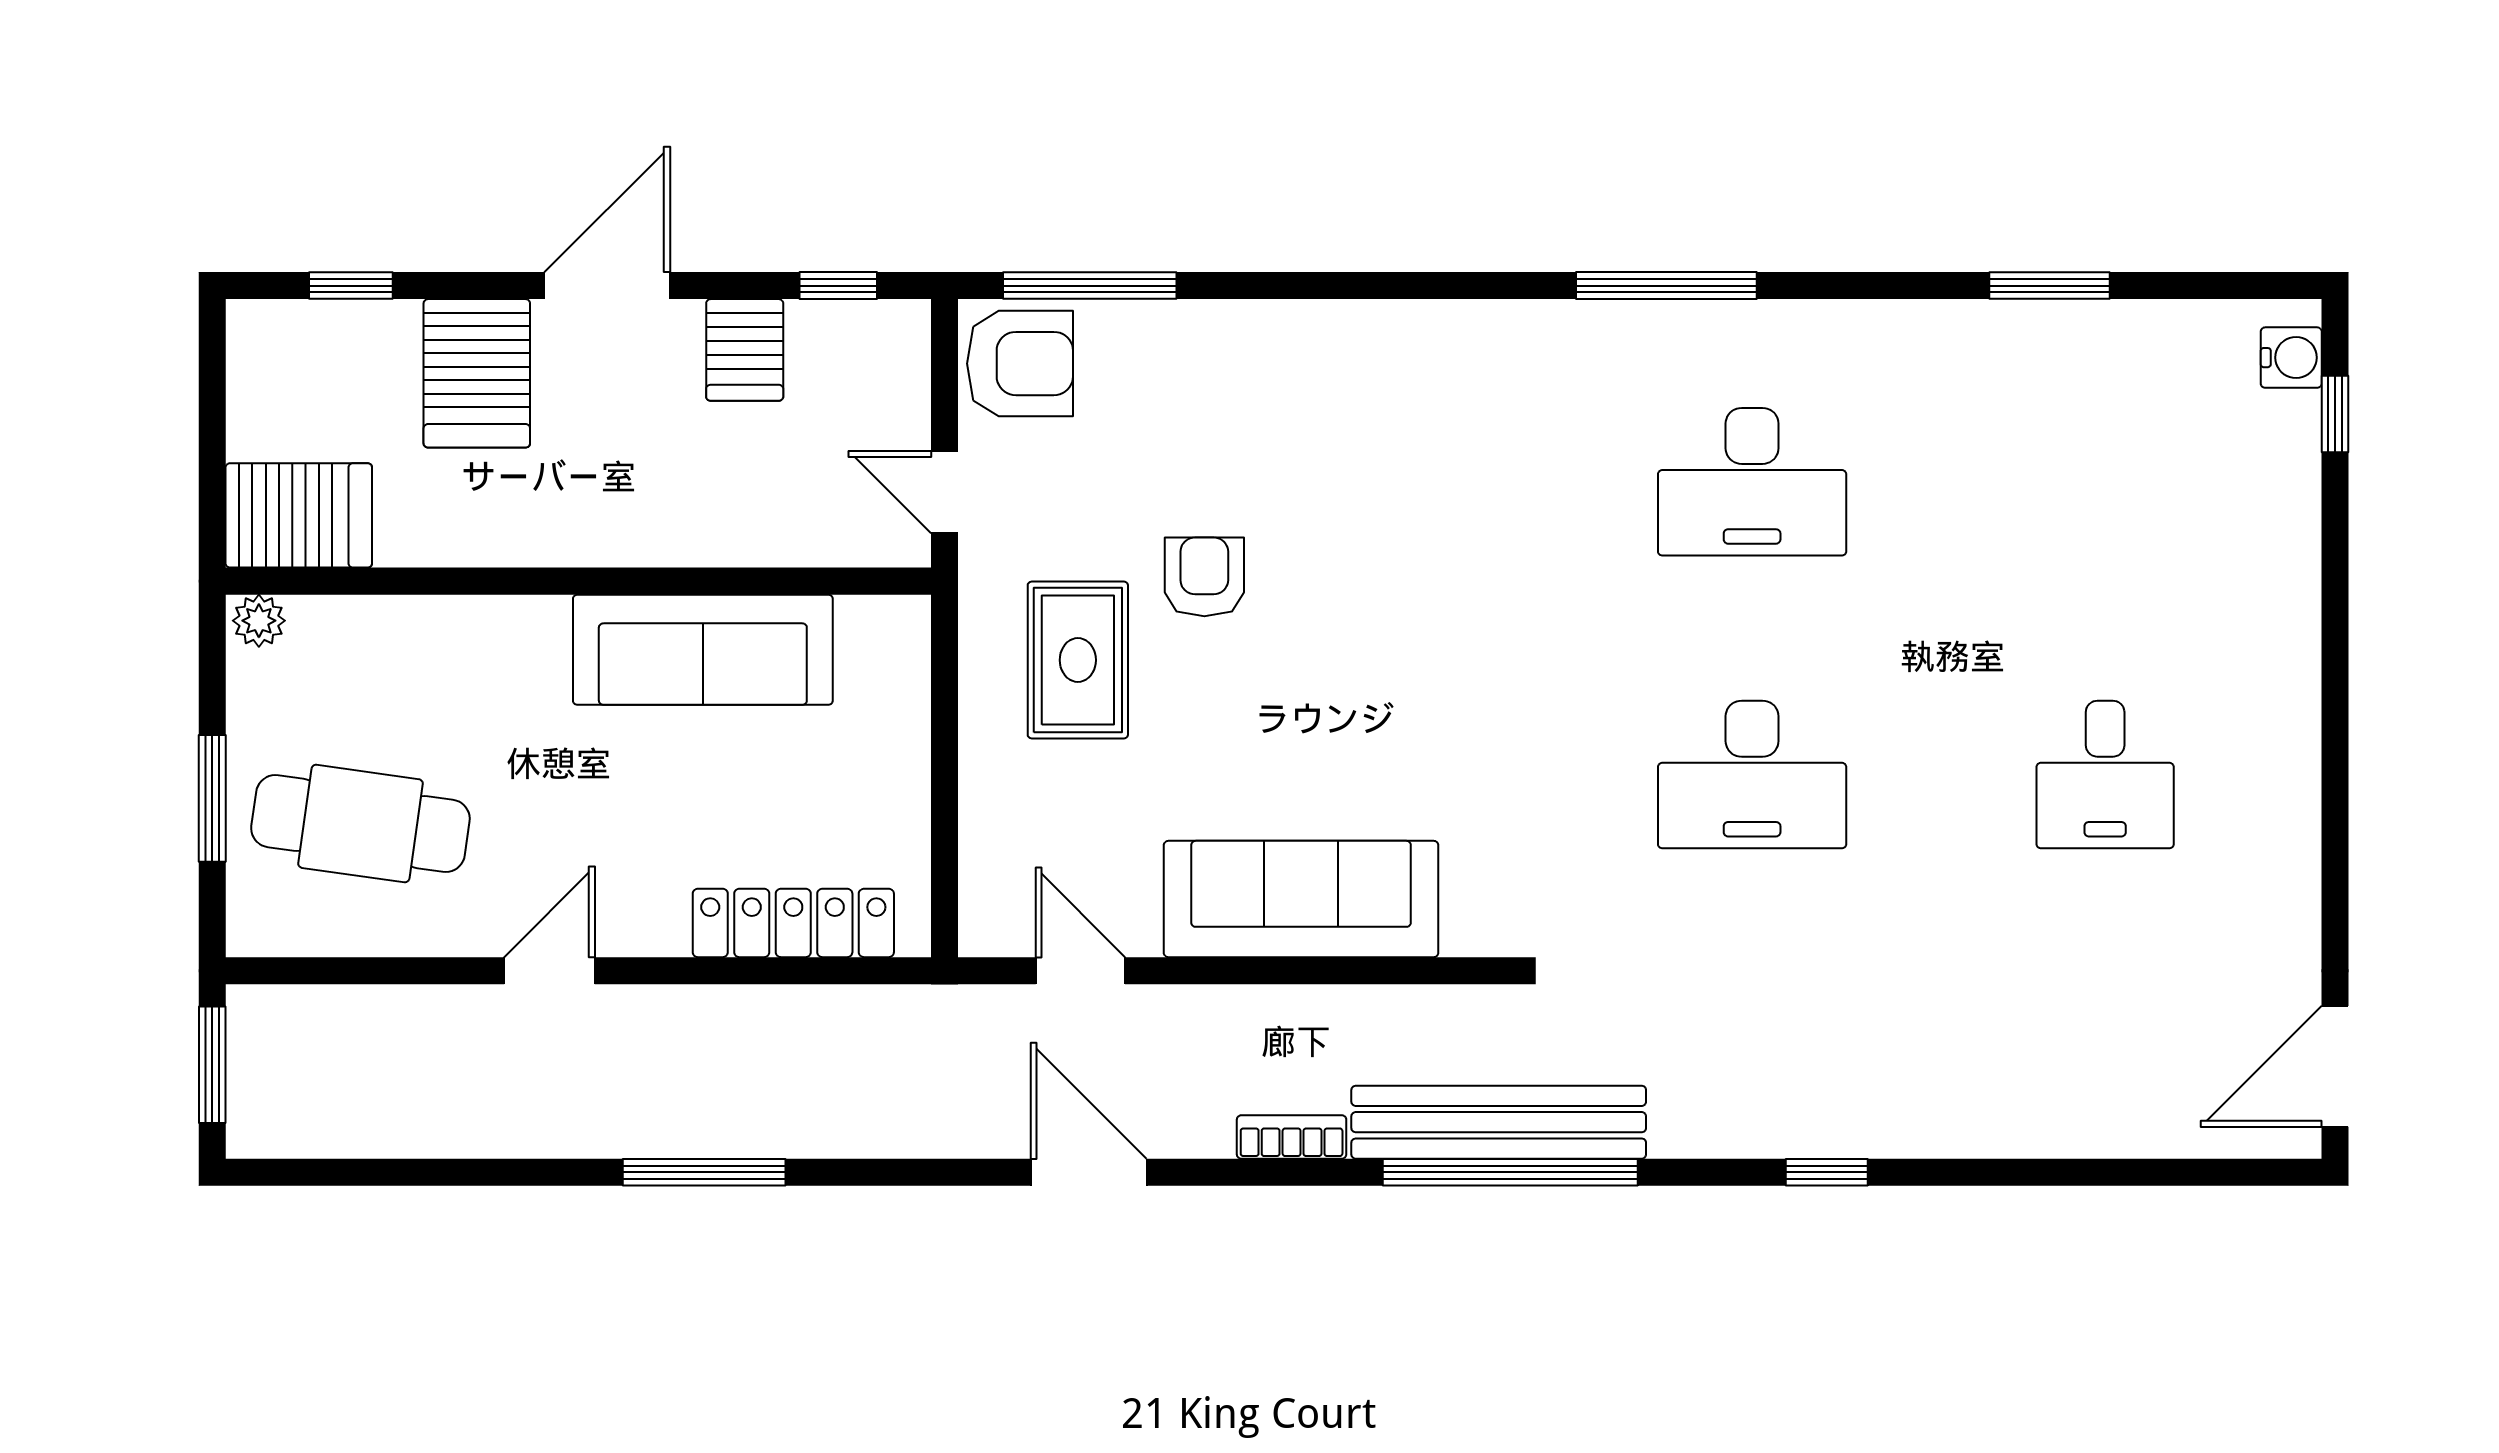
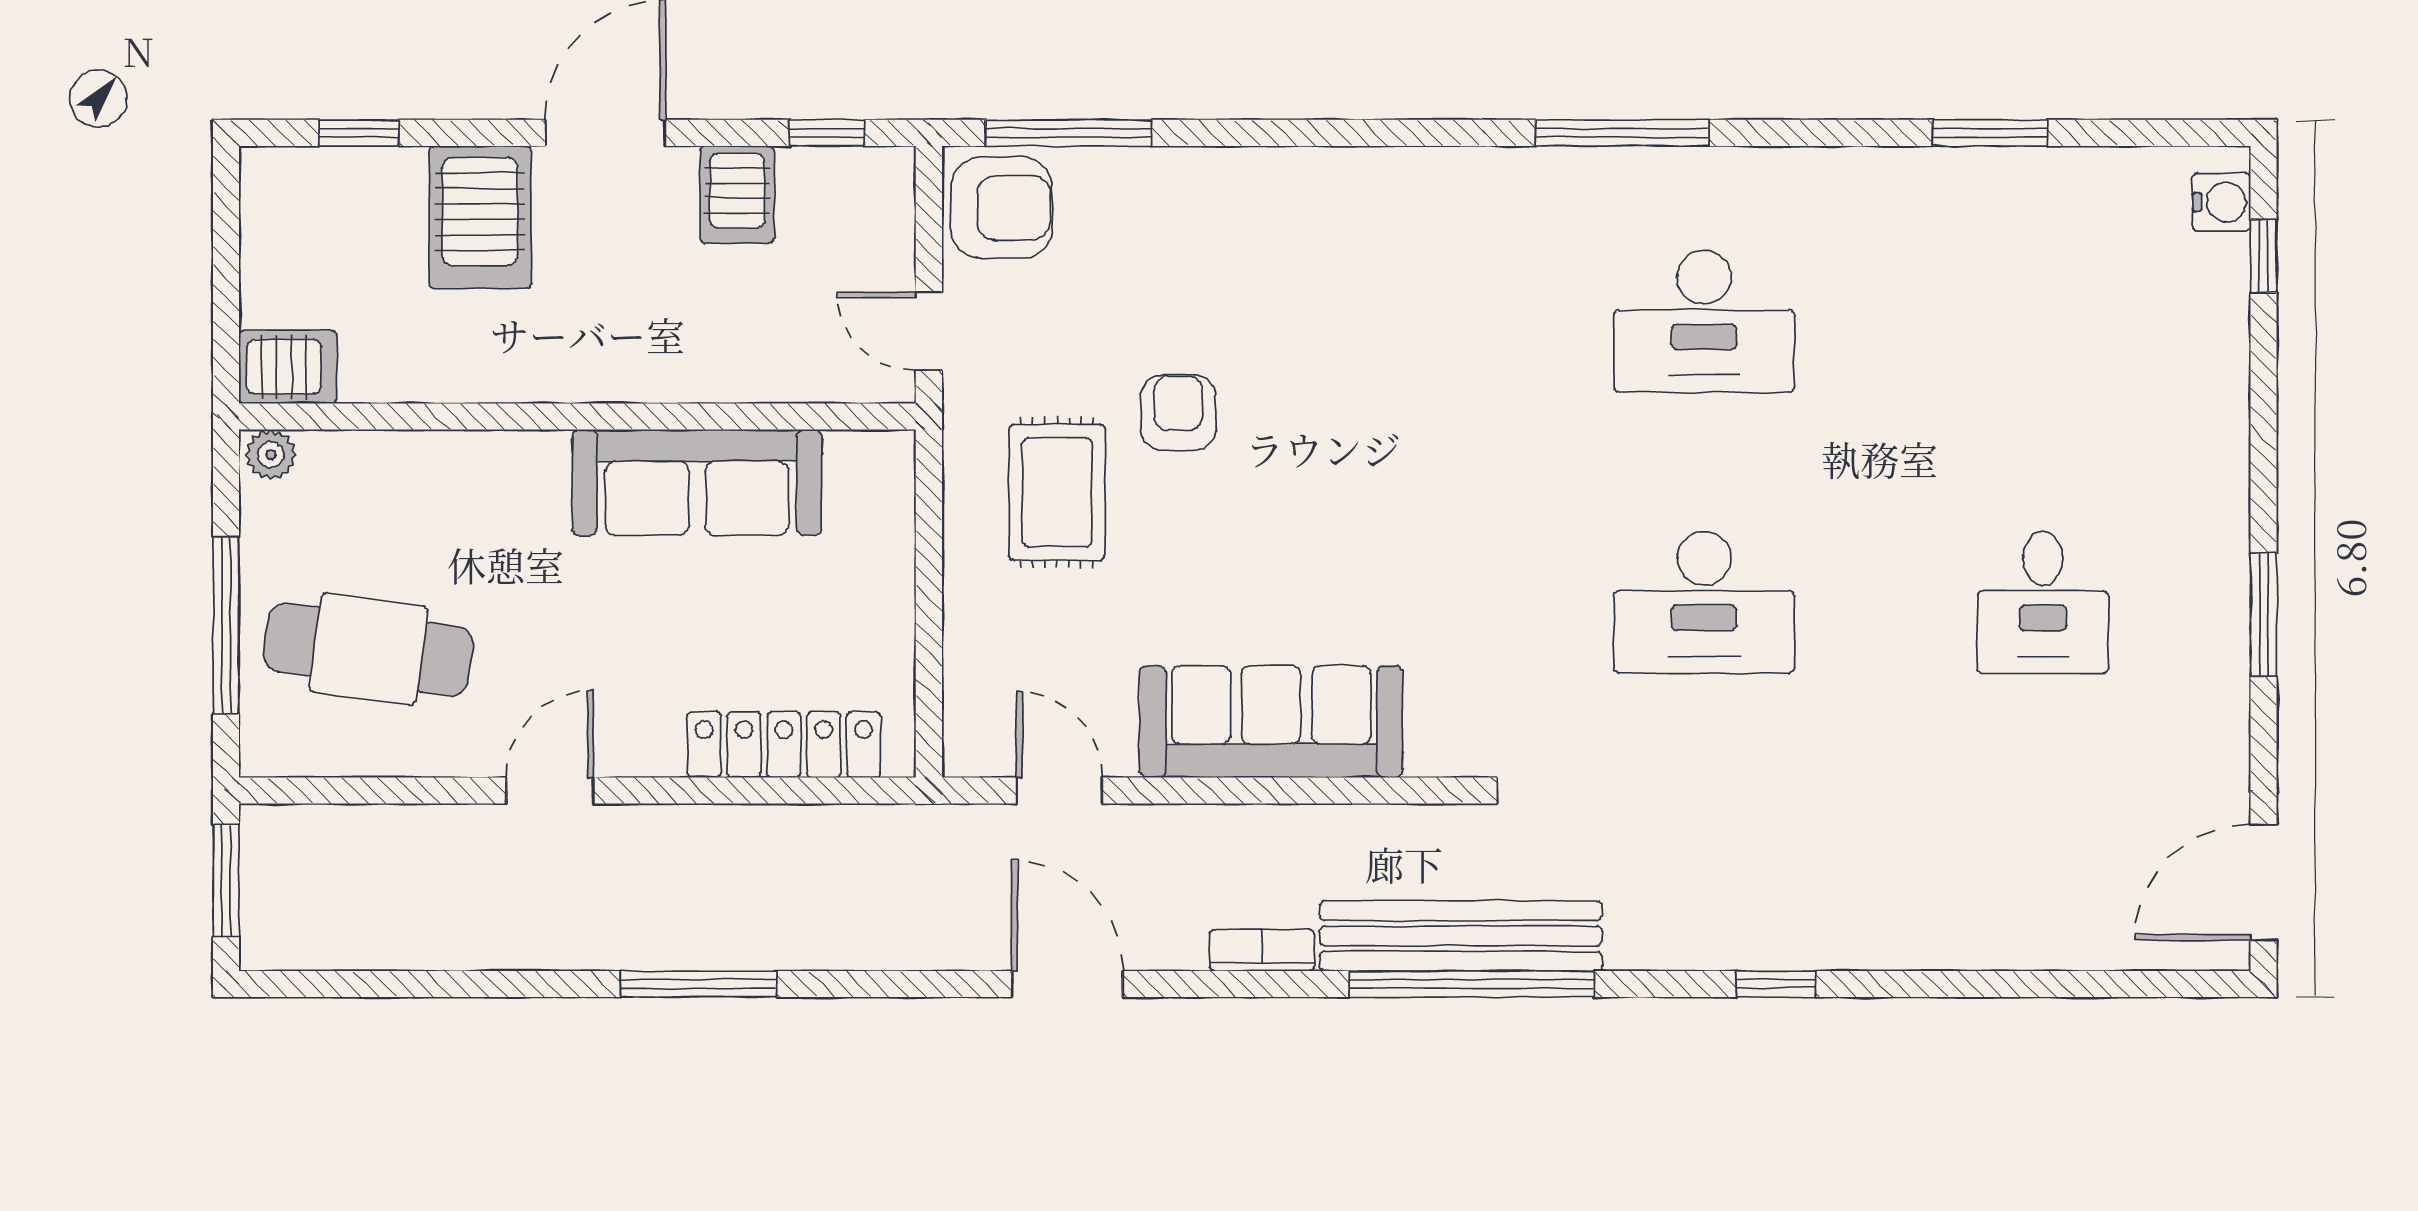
server rack: (299, 515) -> (288, 367), width x0.73, depth x0.70
window: (2335, 787) -> (2264, 615), added
window: (212, 798) -> (226, 625), width x1.44

